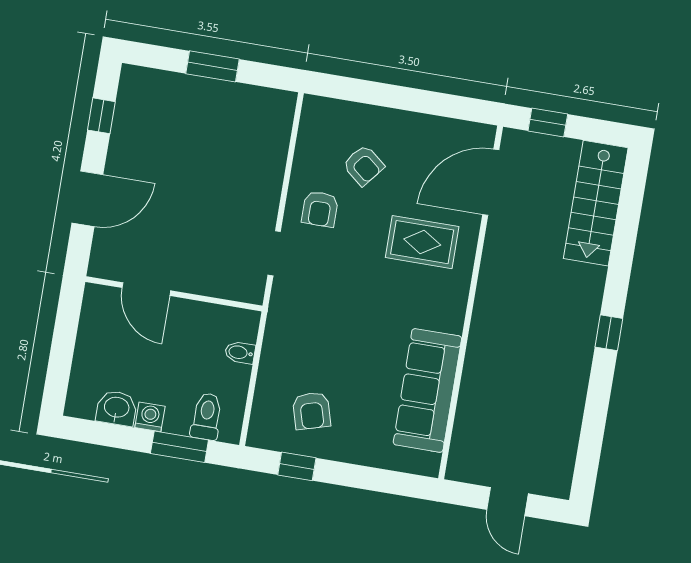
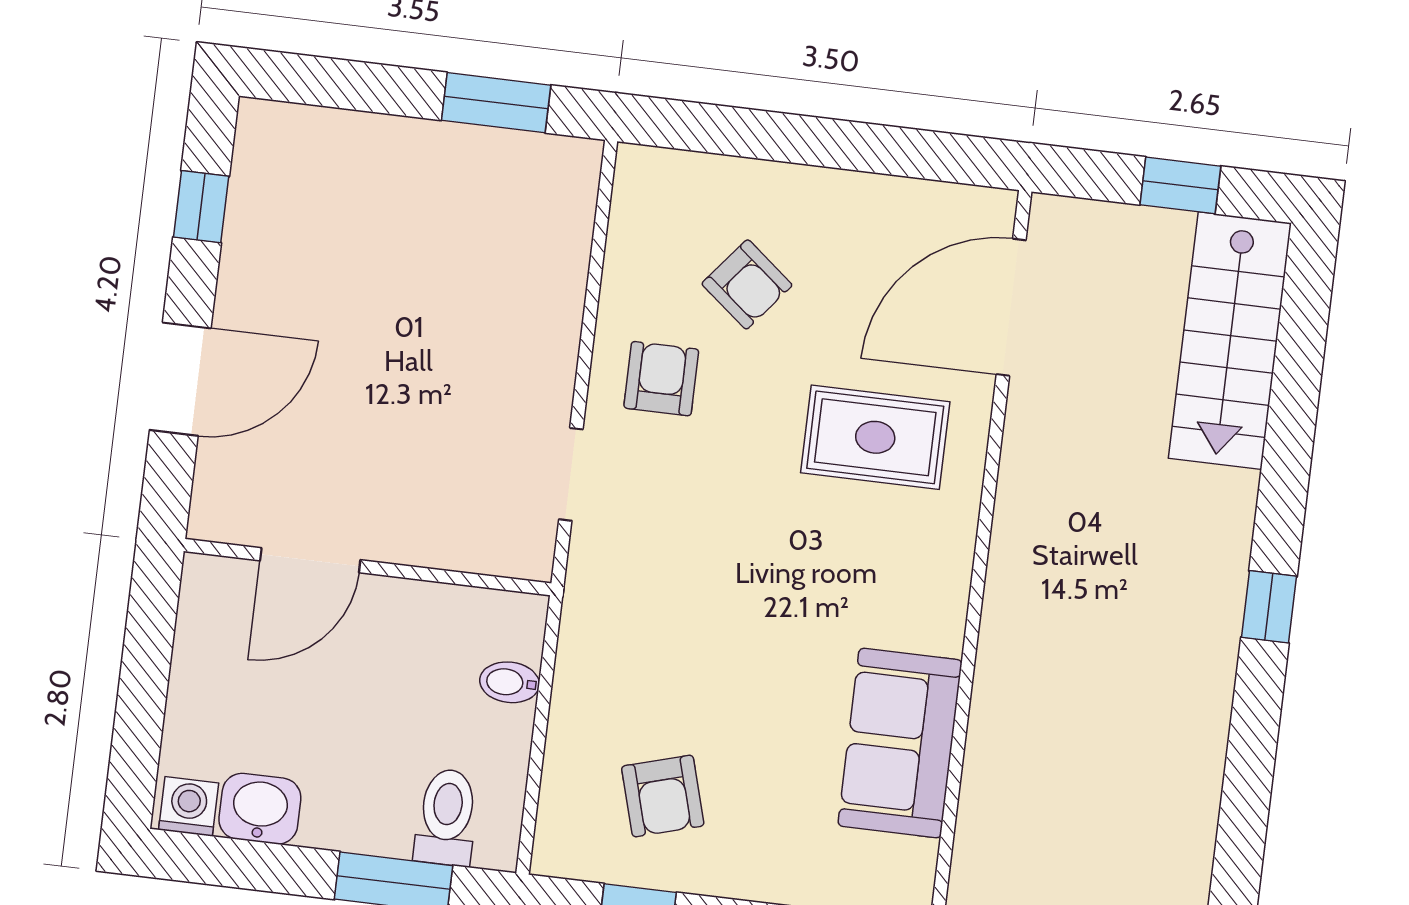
window: (212, 66) -> (496, 103), moved
window: (548, 122) -> (1180, 185), moved
armchair: (320, 209) -> (661, 379), turned 180
door: (146, 289) -> (310, 560), hinge flipped
sofa: (427, 390) -> (900, 743), width x0.73
washing machine: (150, 417) -> (189, 806), moved

